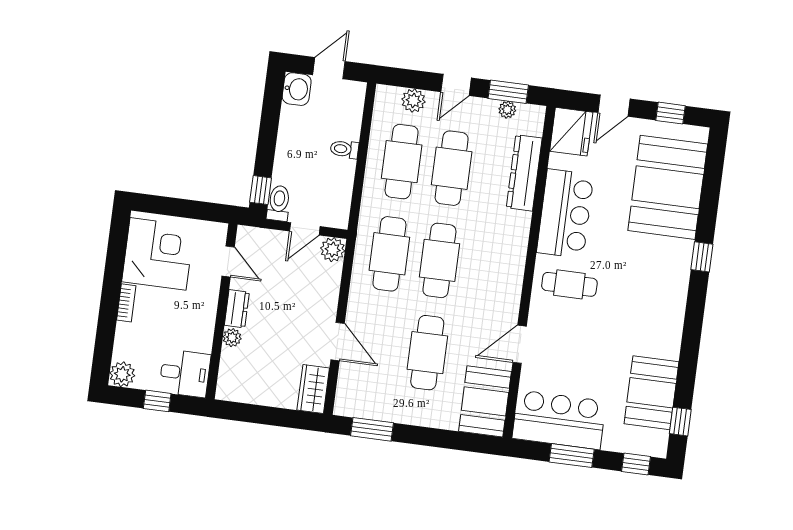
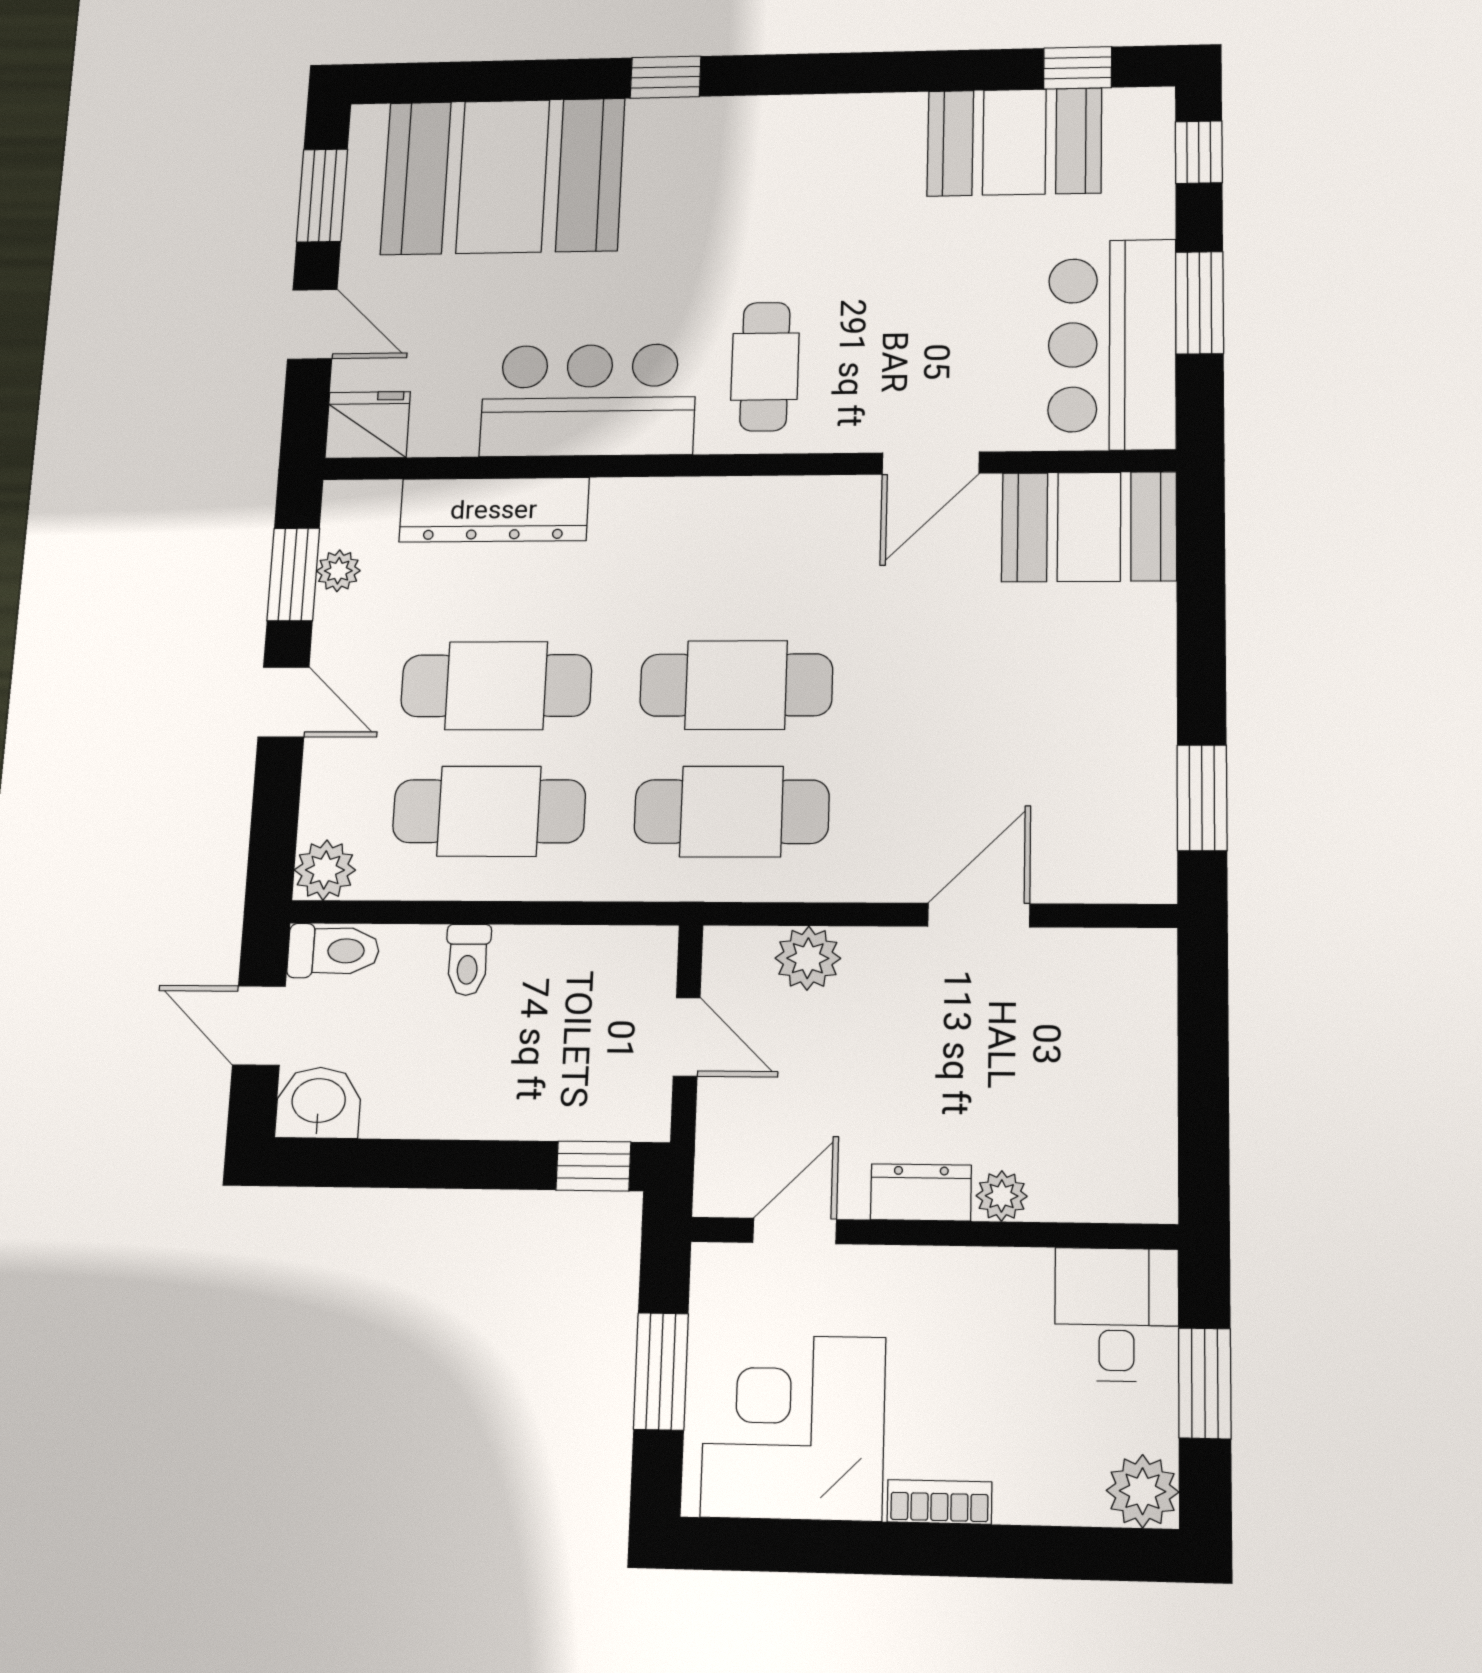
plant: (413, 101) -> (325, 870), moved
window: (670, 113) -> (322, 195), width x1.50
fridge: (571, 132) -> (368, 425), width x0.73, depth x0.75
toilet: (279, 203) -> (333, 951), moved, turned 180
window: (183, 208) -> (661, 1371), added
plant: (333, 250) -> (808, 958), moved
door: (520, 344) -> (931, 463), hinge flipped
cafe table: (427, 353) -> (980, 684), removed
wardrobe: (313, 389) -> (1115, 963), removed
window: (157, 401) -> (1205, 1383), width x1.50

